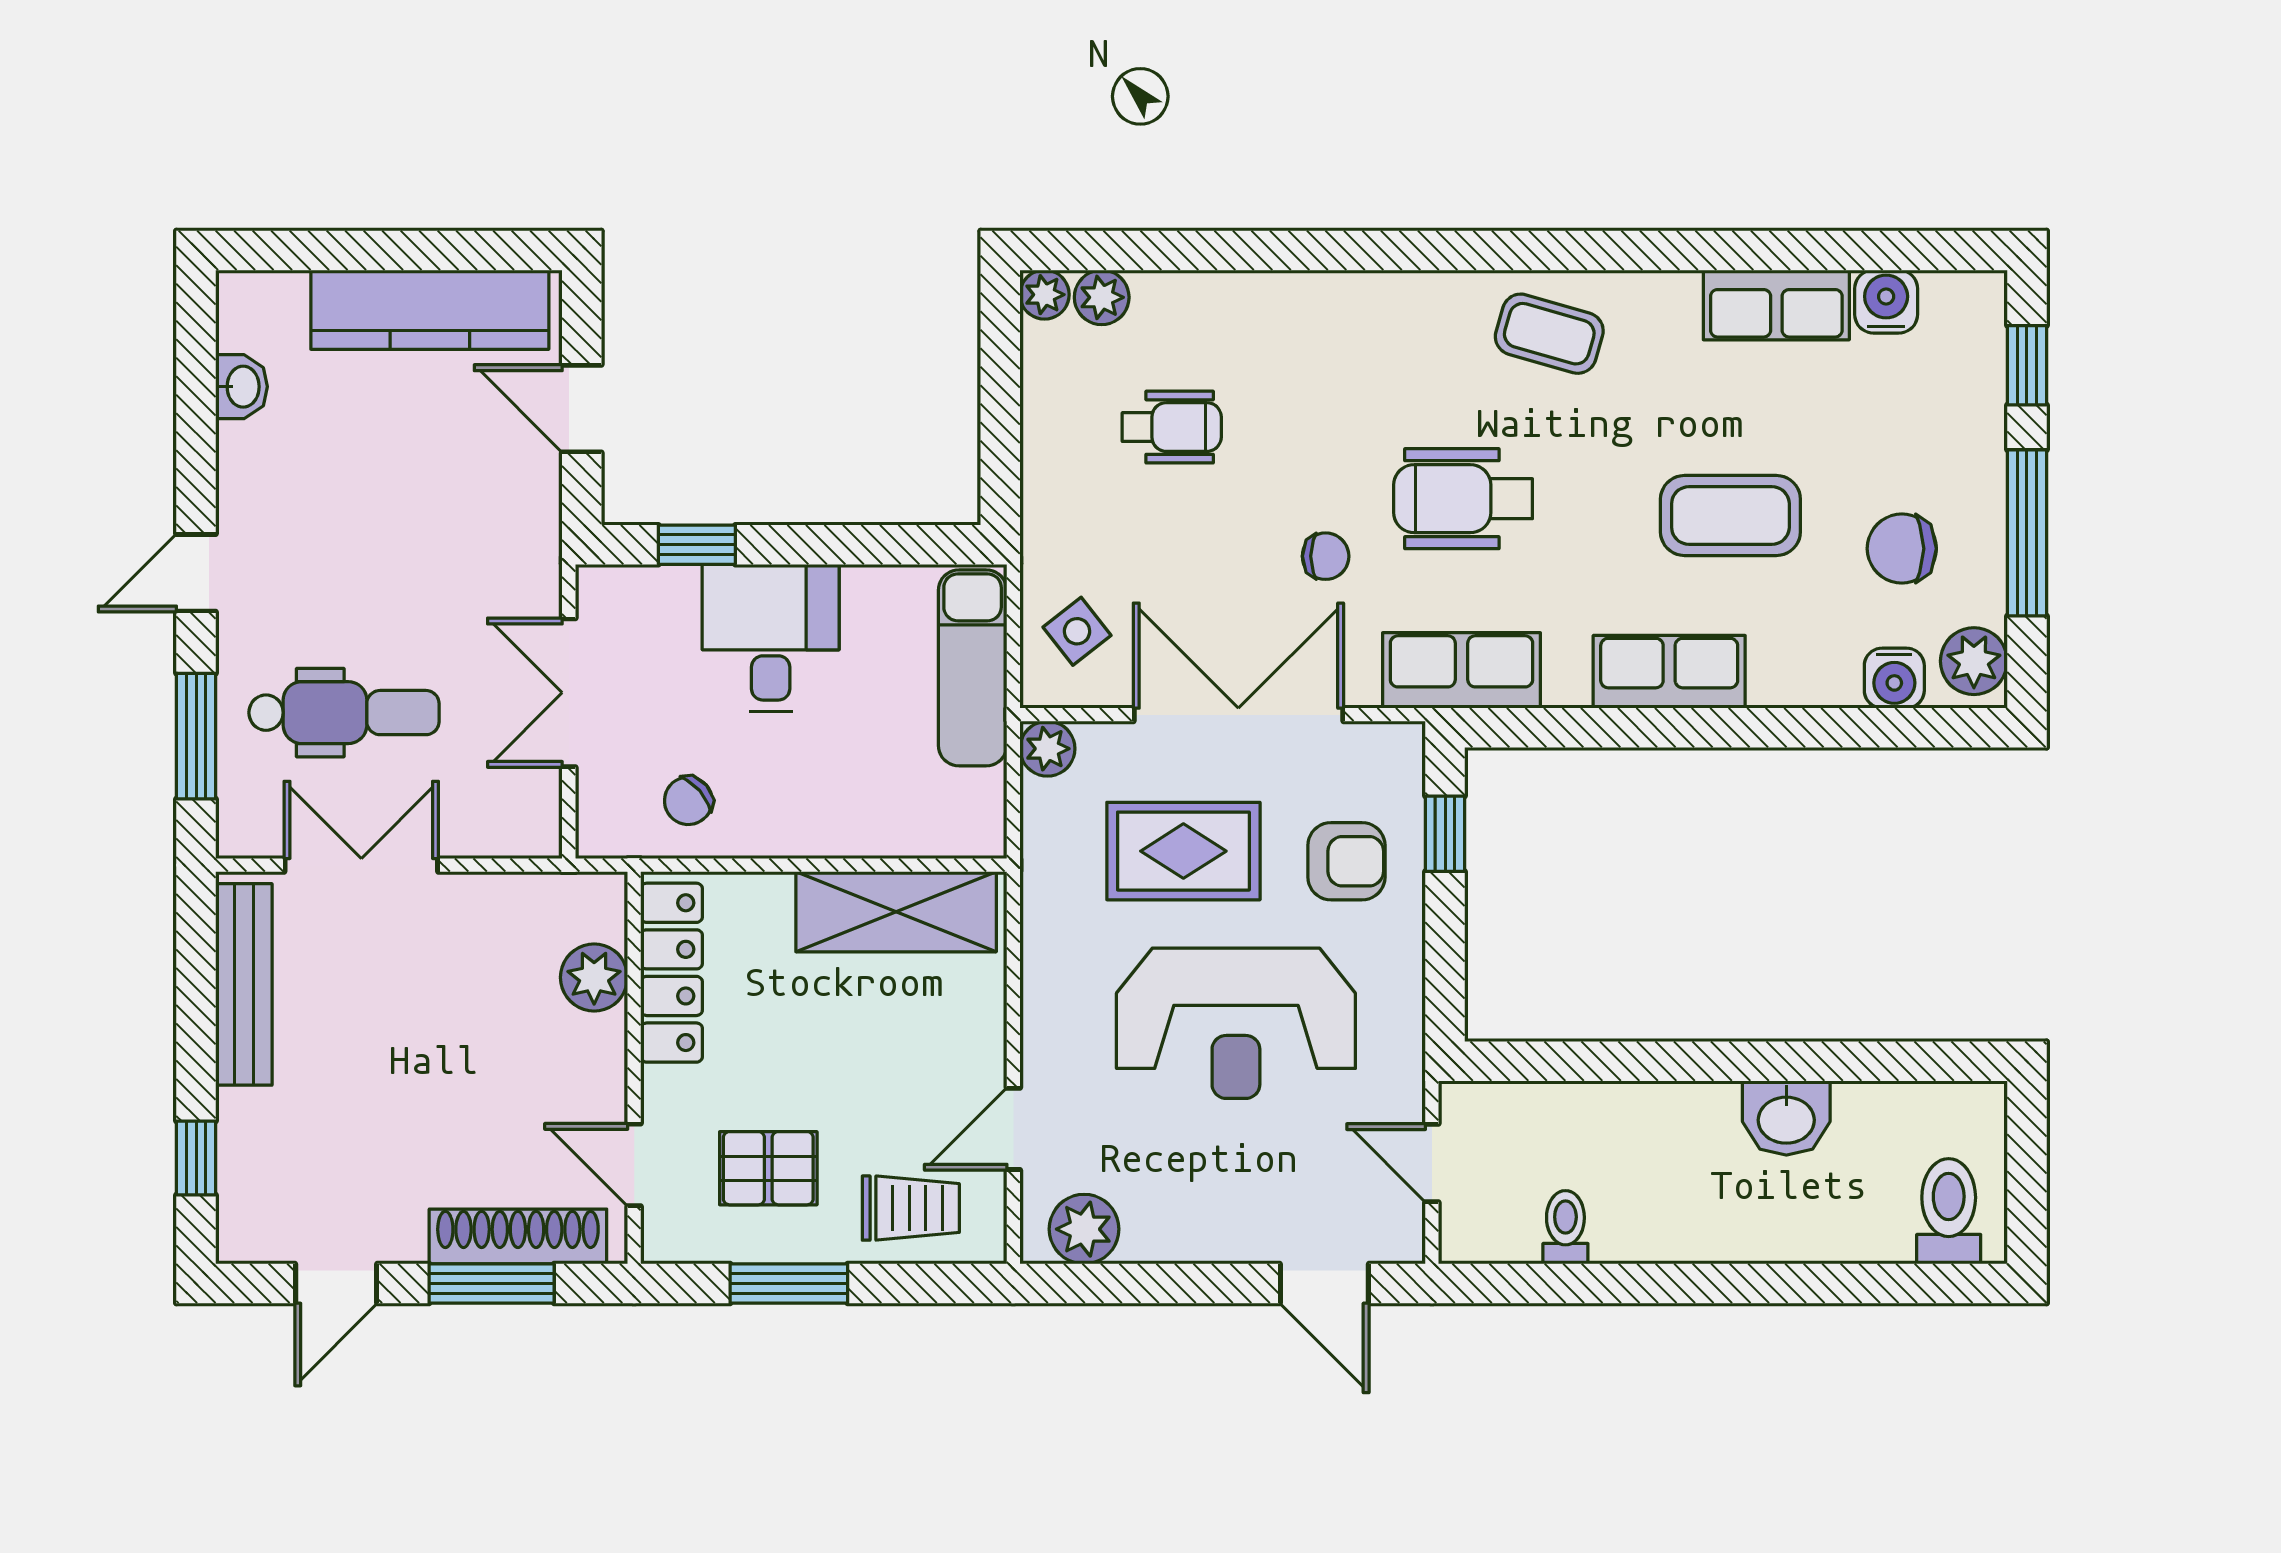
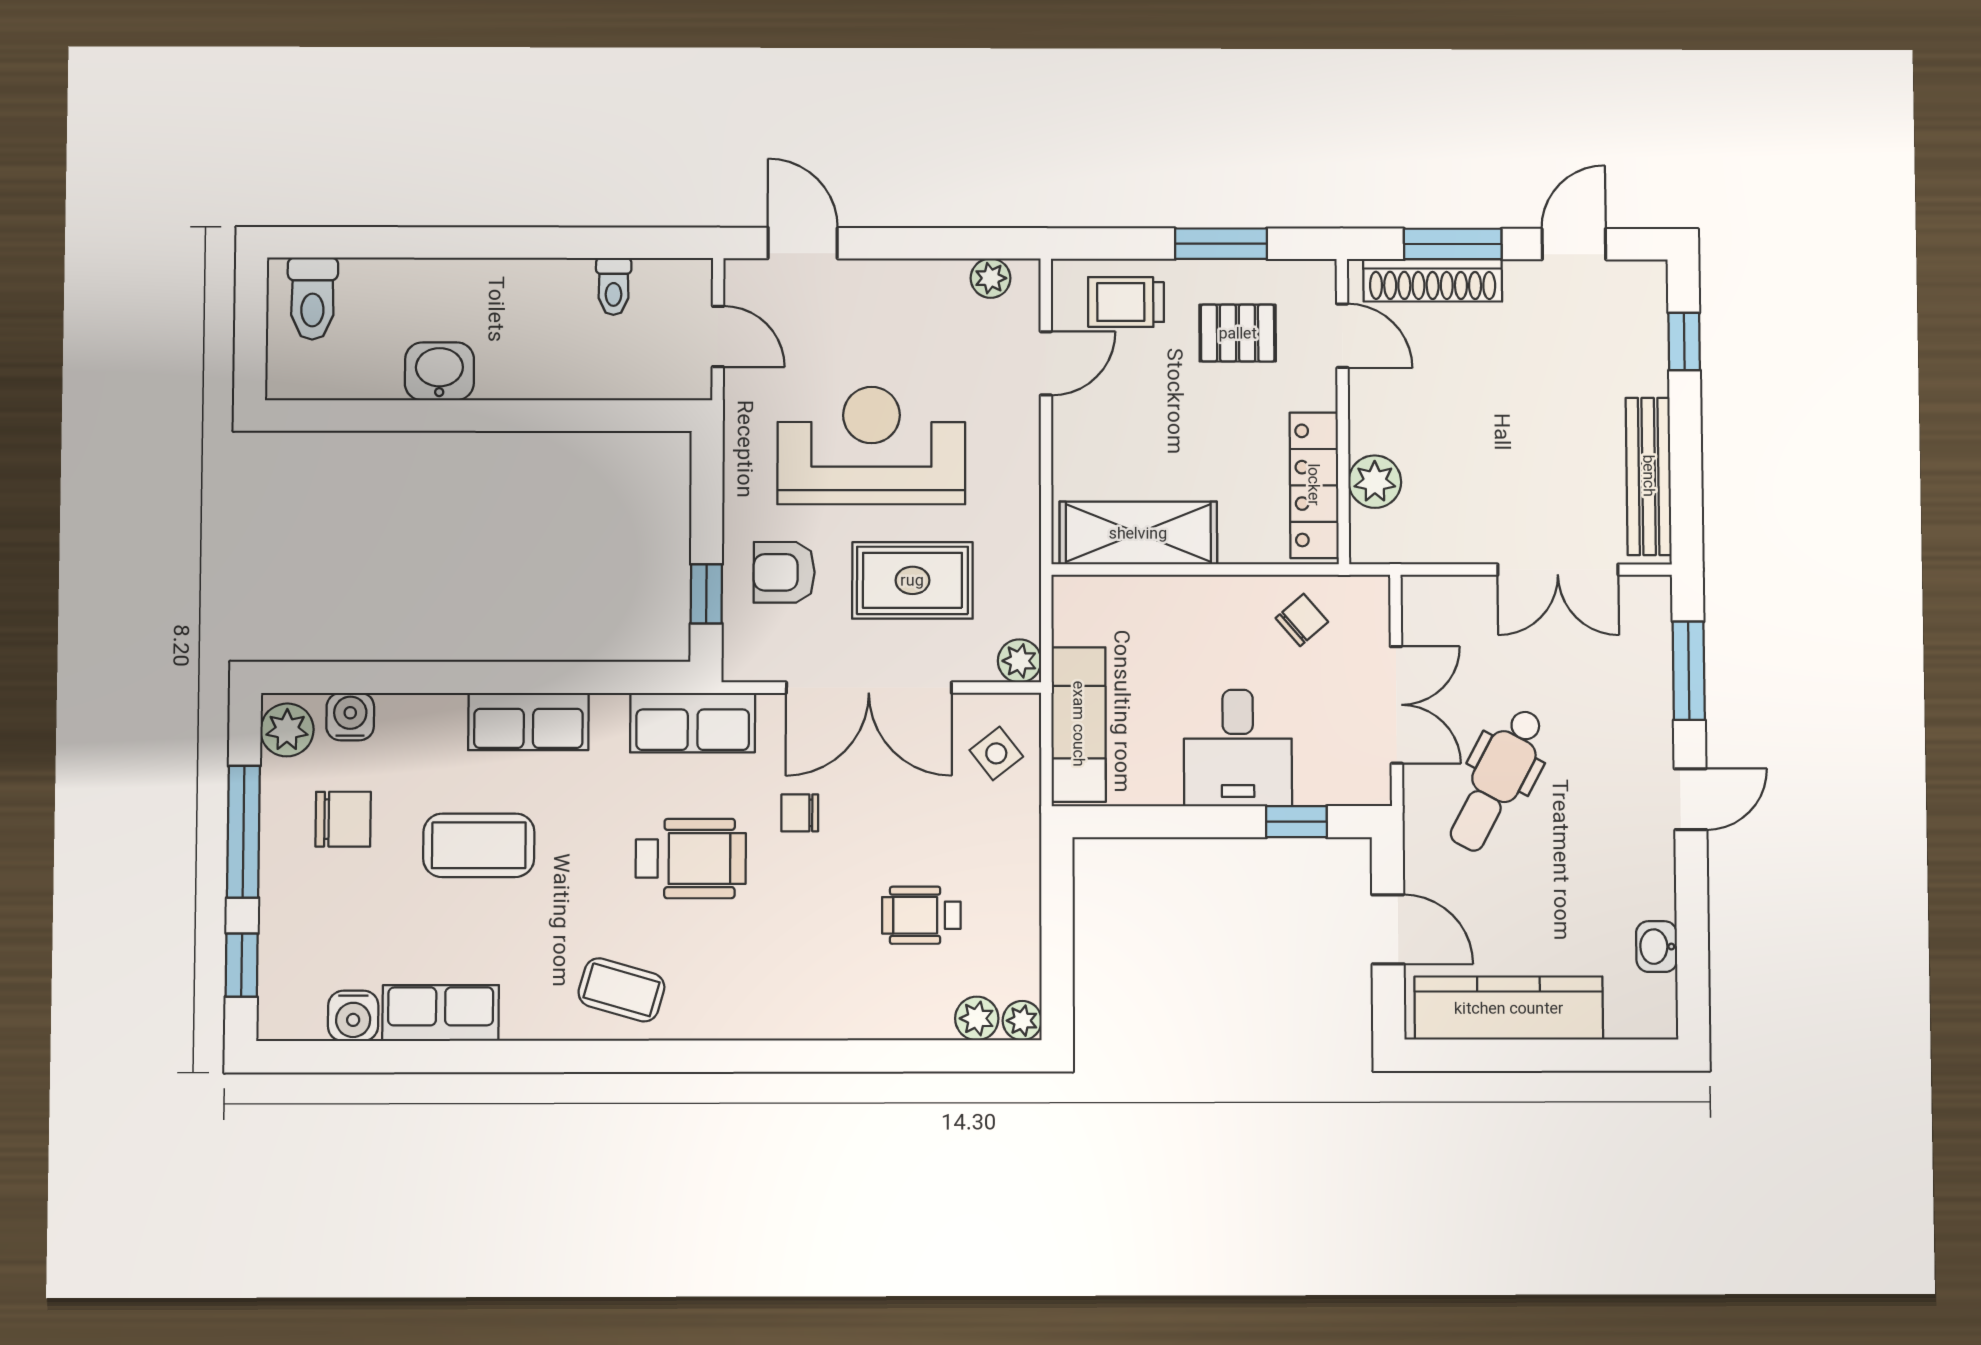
dental chair: (344, 713) -> (1497, 780), moved, turned -62
plant: (1084, 1229) -> (991, 278), width x0.73, depth x0.73

